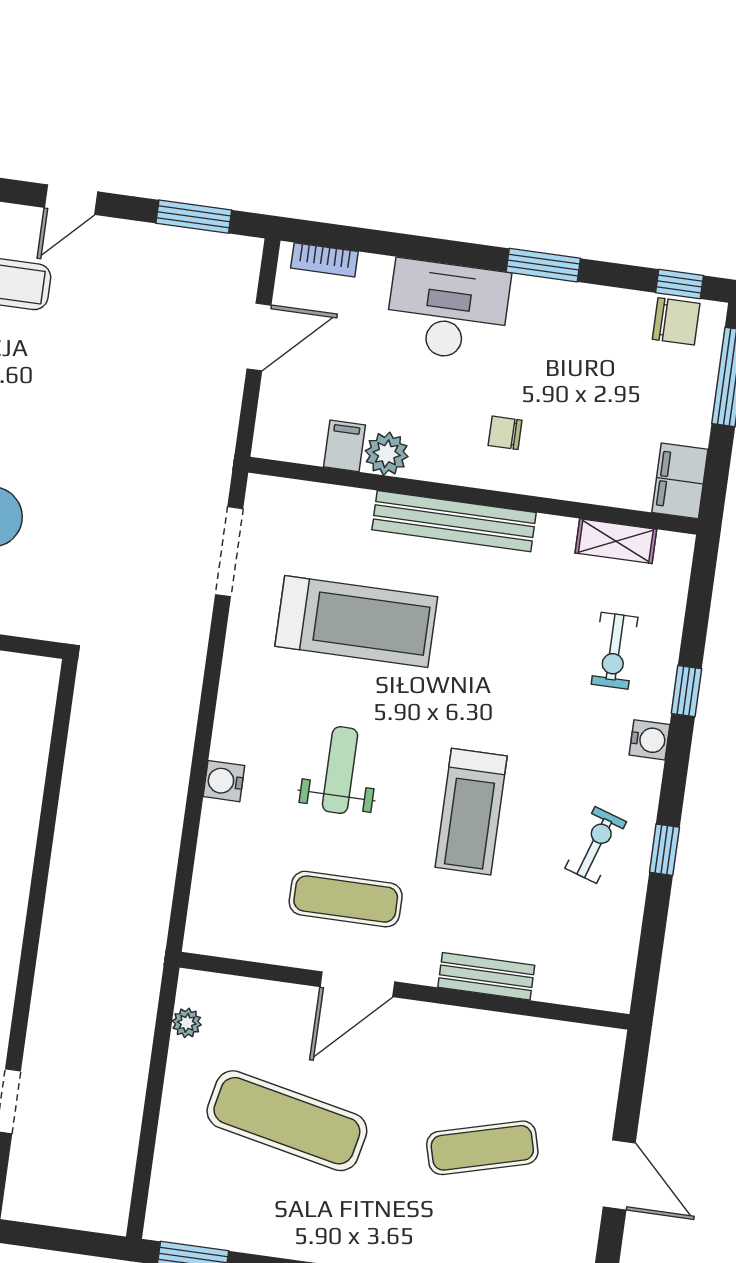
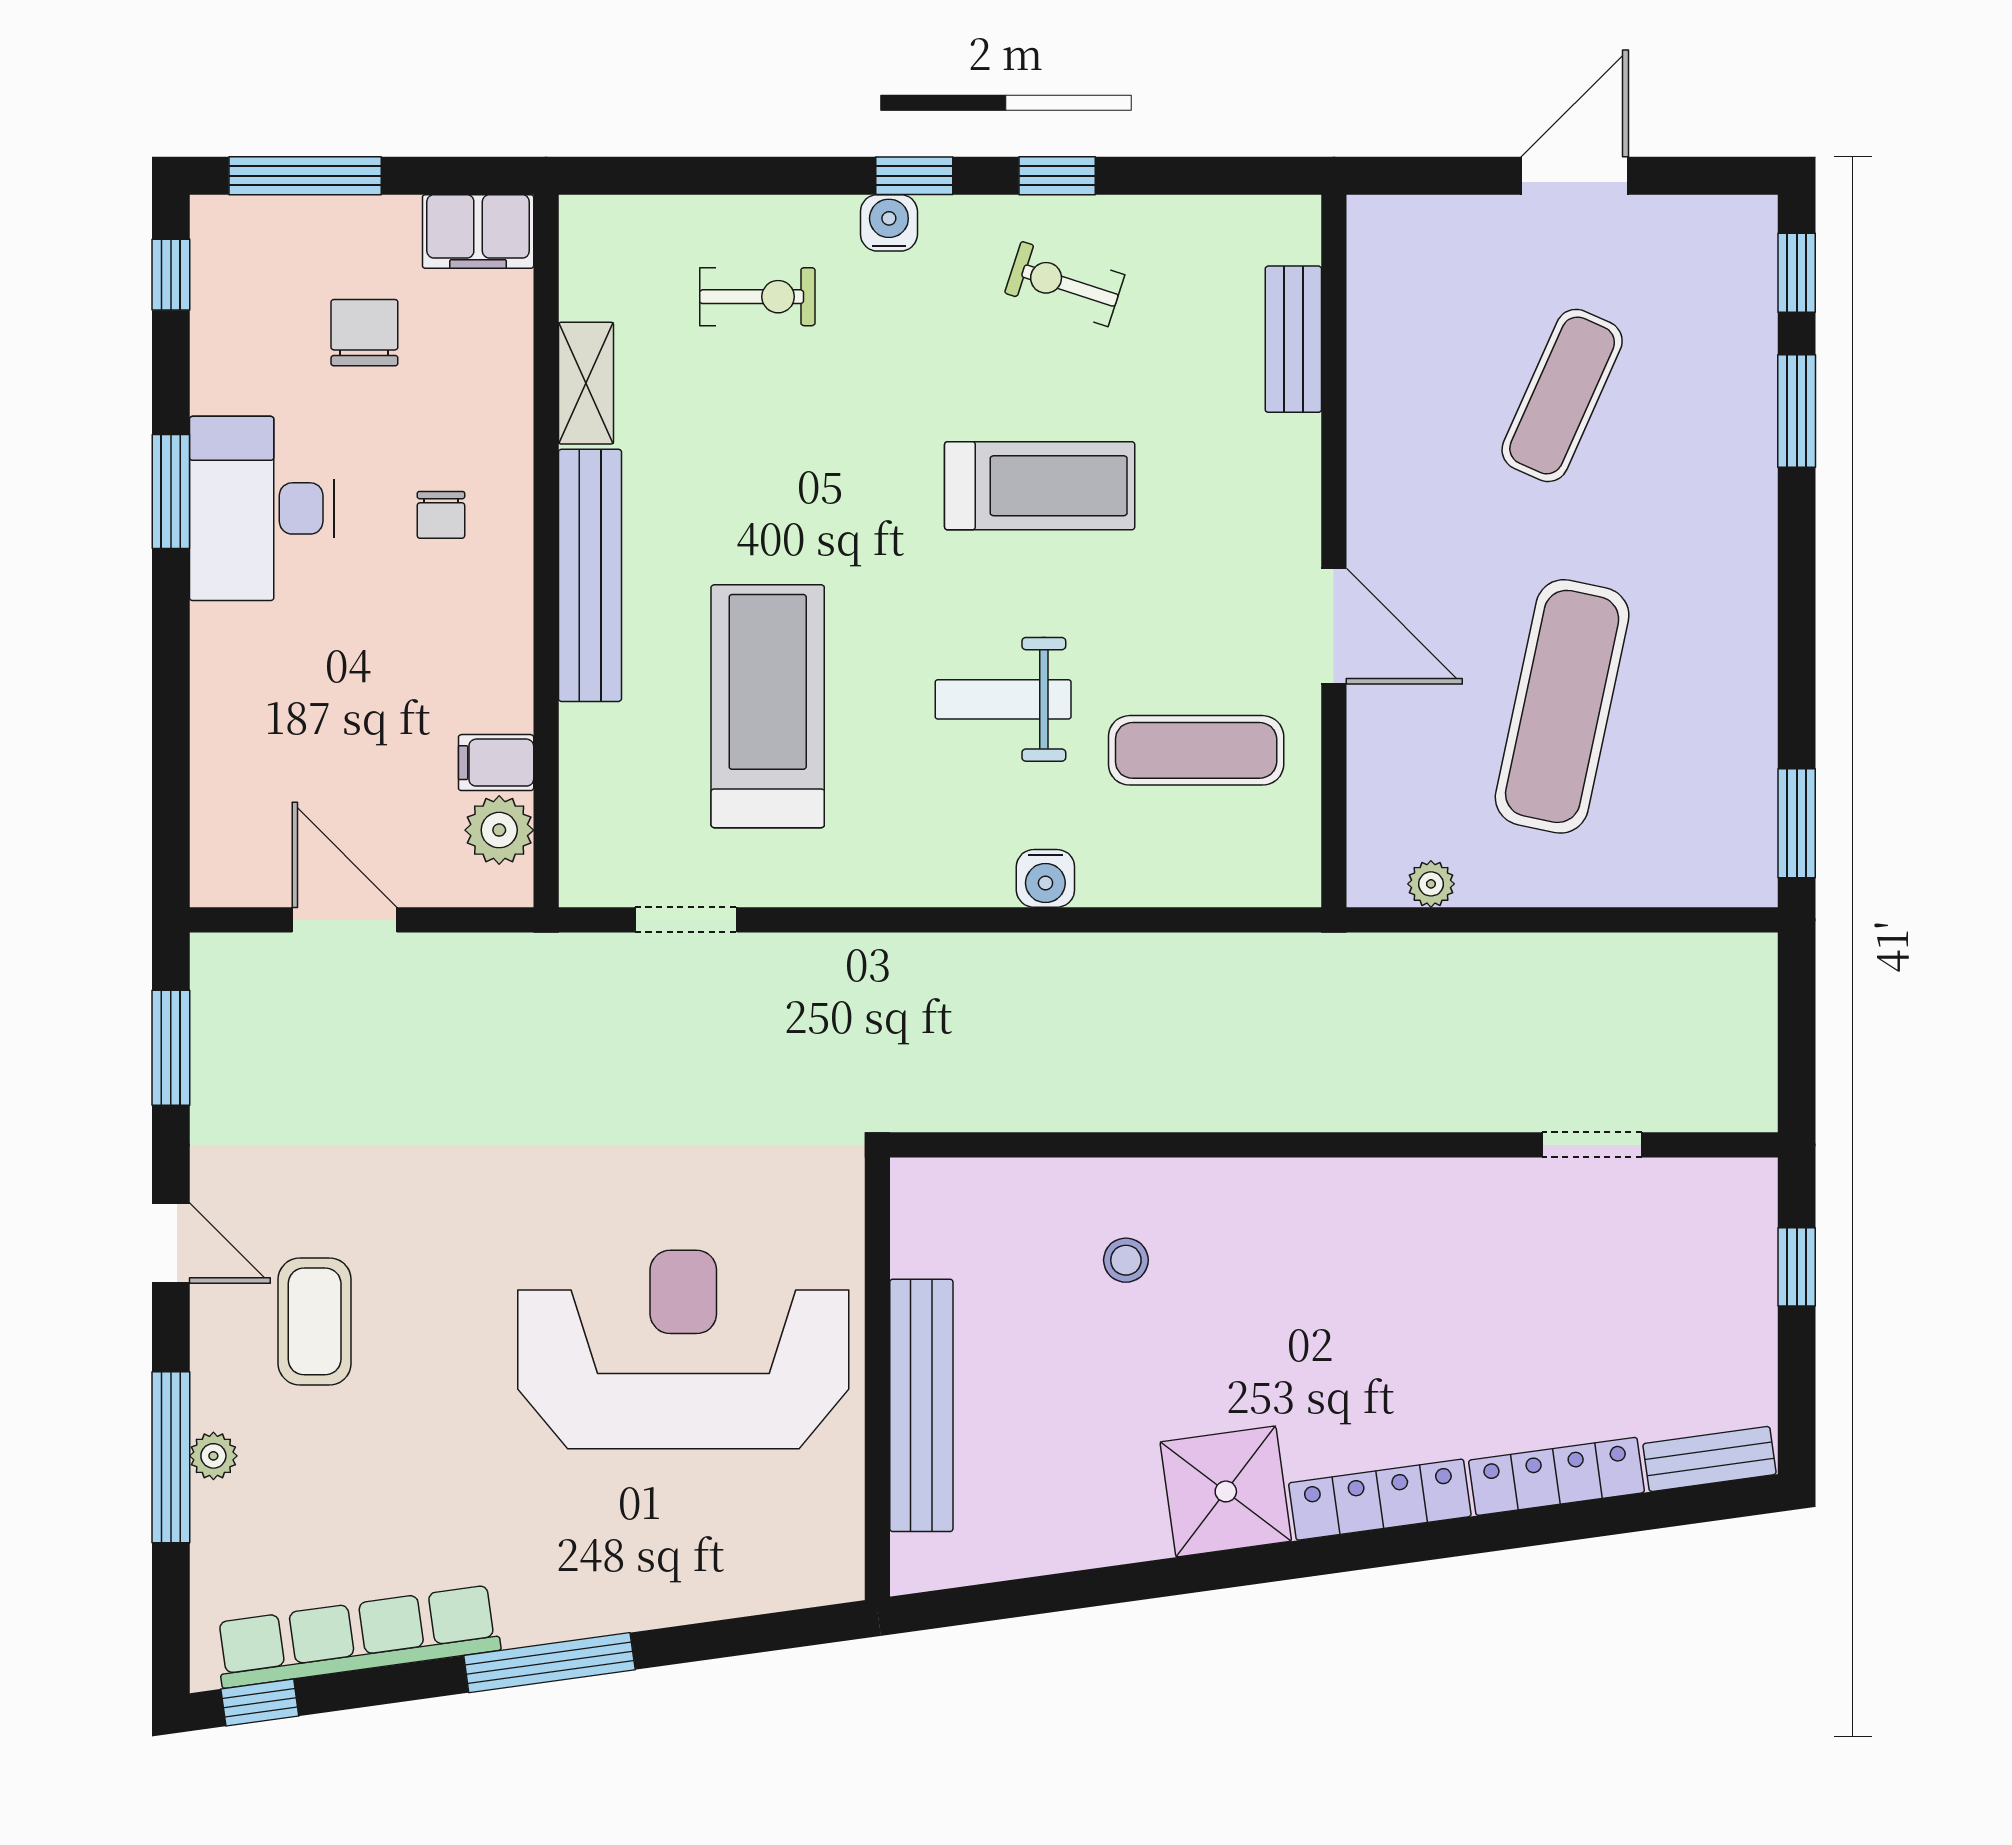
bookcase: (324, 260) -> (210, 834), removed
desk: (448, 310) -> (262, 508), moved
chair: (676, 321) -> (364, 333), moved
plant: (387, 454) -> (499, 830), moved
shelving: (616, 541) -> (586, 383), moved
doorway: (229, 552) -> (686, 920), width x0.73
window: (686, 691) -> (914, 176), moved
exercise mat: (346, 899) -> (1196, 750), moved, turned 90
bench: (486, 976) -> (1293, 339), moved
exercise mat: (482, 1148) -> (1562, 395), turned 39

